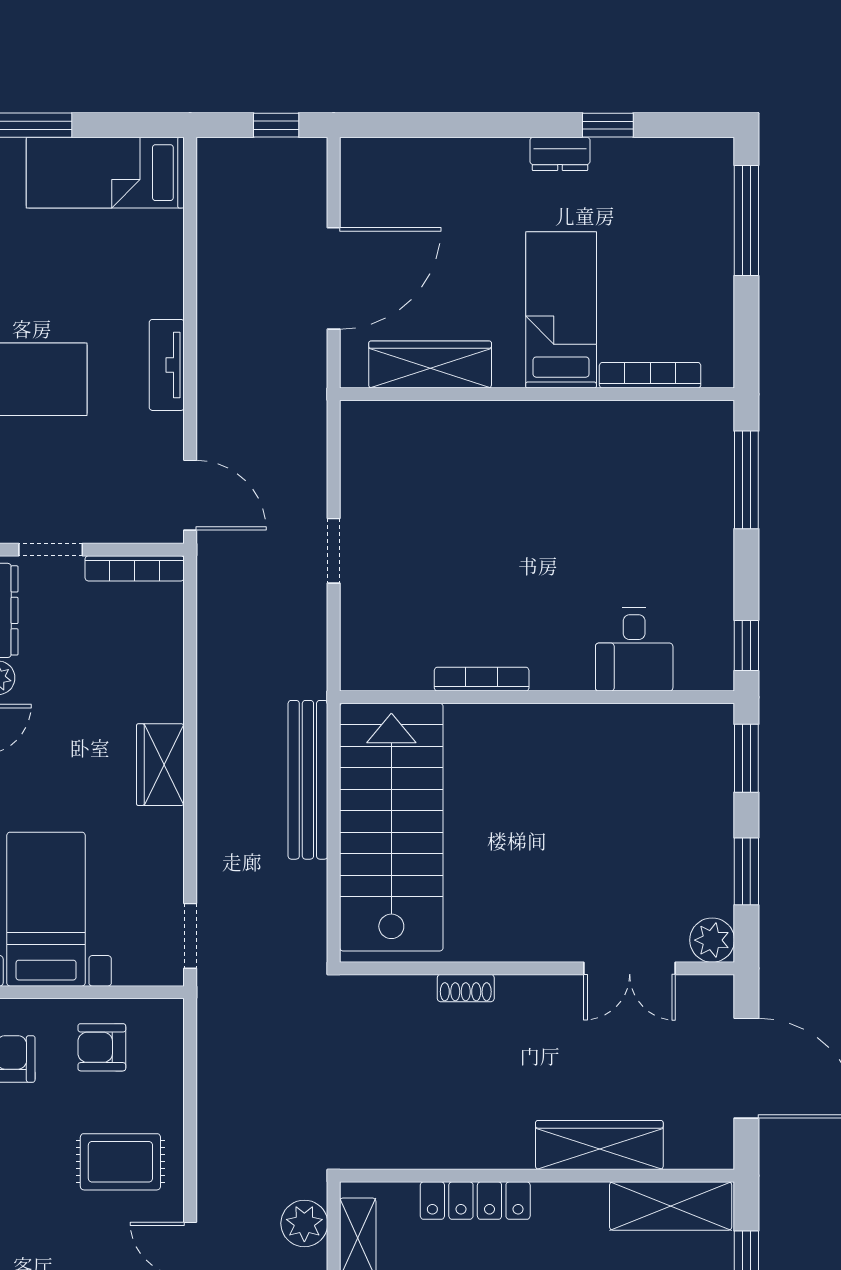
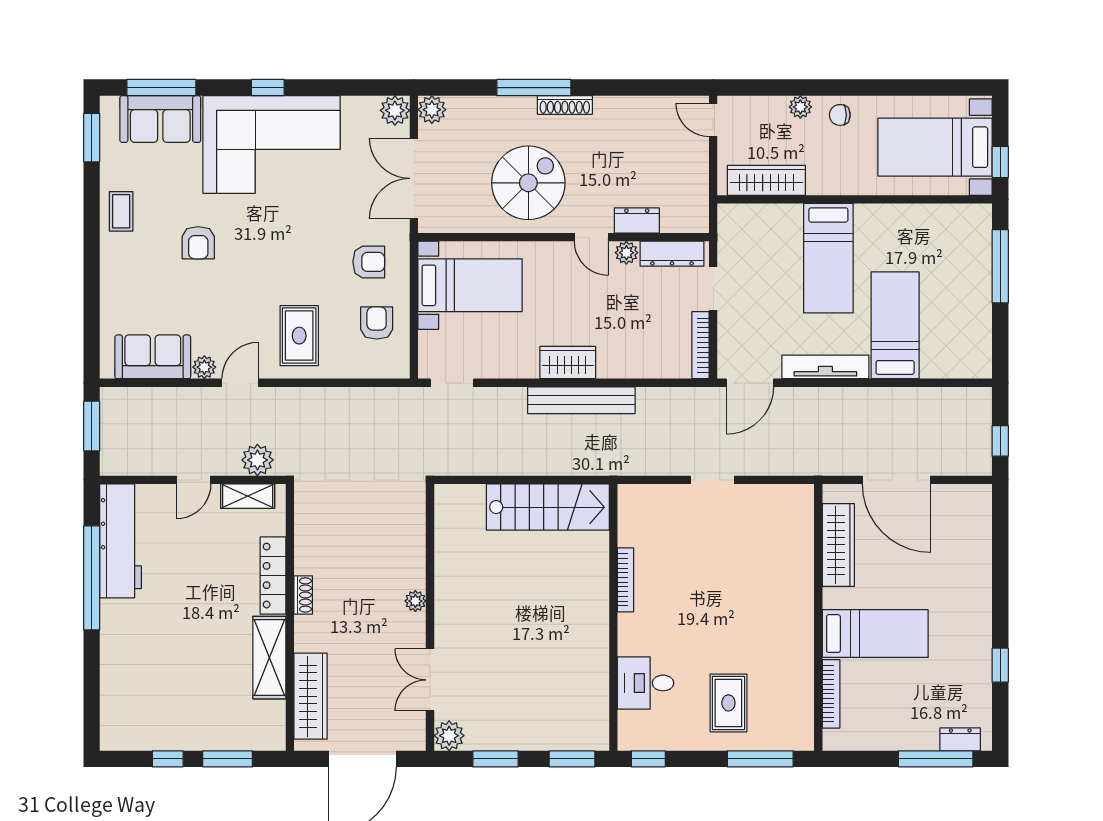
dresser: (560, 154) -> (960, 739), moved, turned 90
bed: (105, 173) -> (895, 325), moved
tv unit: (167, 365) -> (825, 367), width x1.41
rug: (664, 527) -> (728, 703), added
bench: (308, 780) -> (581, 400), moved
stairs: (391, 827) -> (548, 507), width x0.73, depth x0.66
shoe rack: (466, 988) -> (303, 595), moved, turned 180
plant: (513, 990) -> (415, 601), added
wardrobe: (599, 1145) -> (311, 696), moved
shelving: (671, 1206) -> (269, 658), moved

